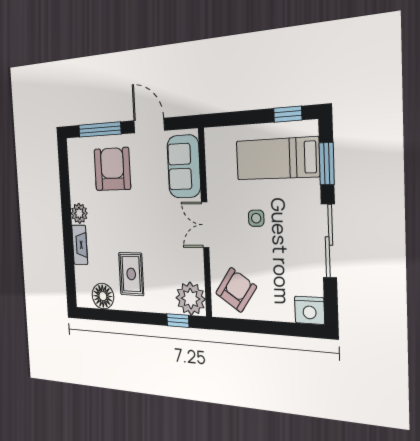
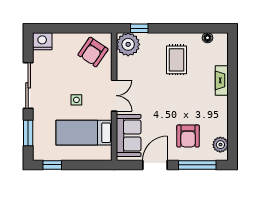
door: (149, 126) -> (155, 165), swing flipped
bed: (277, 159) -> (84, 133), moved, turned 180
armchair: (112, 169) -> (188, 136), width x0.73, depth x0.73
plant: (79, 213) -> (220, 145), moved
floor lamp: (103, 296) -> (207, 38), width x0.53, depth x0.53

